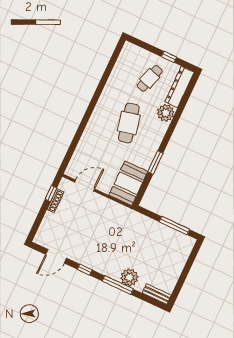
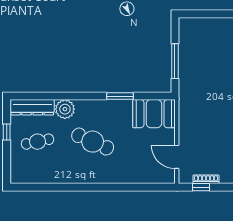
cafe table: (150, 78) -> (38, 142), turned -30
cafe table: (129, 123) -> (93, 142), turned 36
window: (174, 226) -> (175, 61), moved

